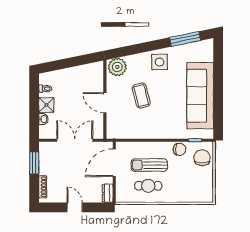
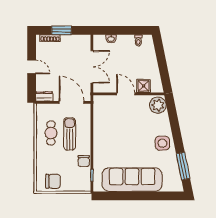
coffee table: (141, 96) -> (132, 127), removed
door: (105, 103) -> (126, 94), hinge flipped
shower: (46, 105) -> (144, 86), moved
chair: (202, 158) -> (53, 181), moved
window: (34, 163) -> (62, 30), moved
door: (75, 207) -> (32, 67), hinge flipped

